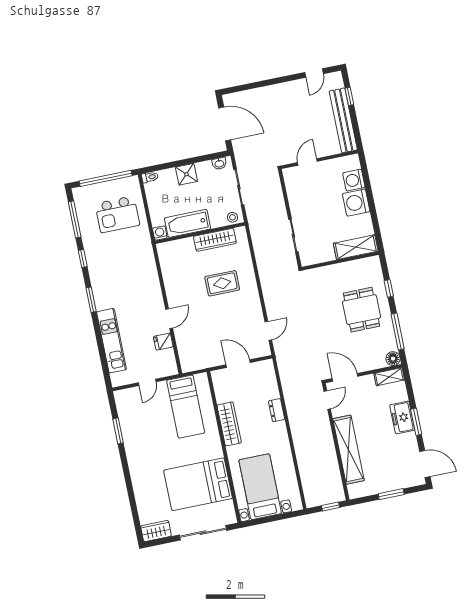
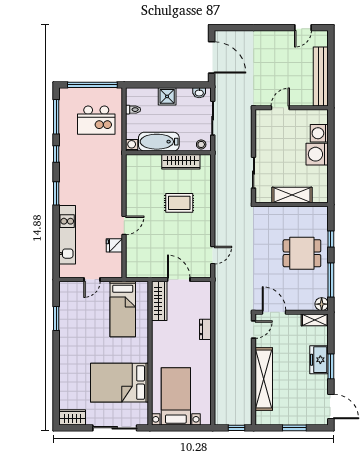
window: (349, 96) -> (331, 56), removed
toilet: (150, 177) -> (133, 110), moved
shelving: (356, 247) -> (292, 195), moved
dining table: (362, 310) -> (302, 253), turned 90
wardrobe: (229, 424) -> (159, 301), moved

